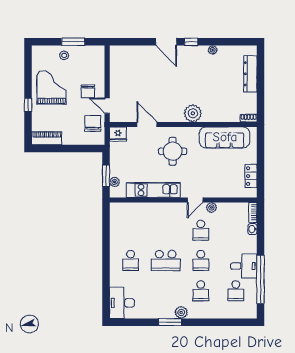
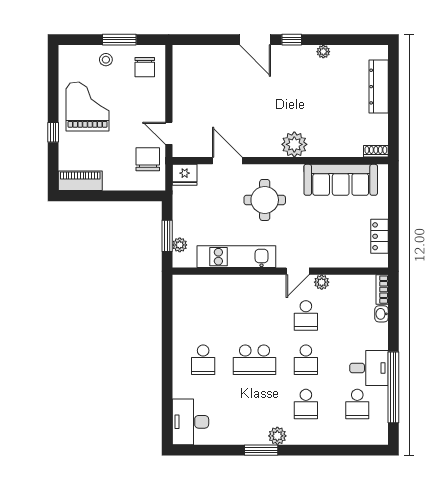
chair: (88, 91) -> (145, 67), moved

